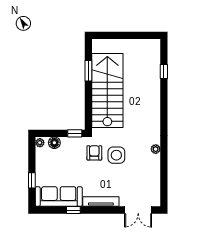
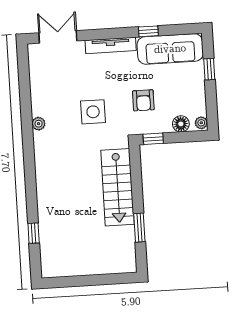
stairs: (107, 91) -> (117, 187), width x0.73, depth x0.66
armchair: (94, 153) -> (143, 100), moved

